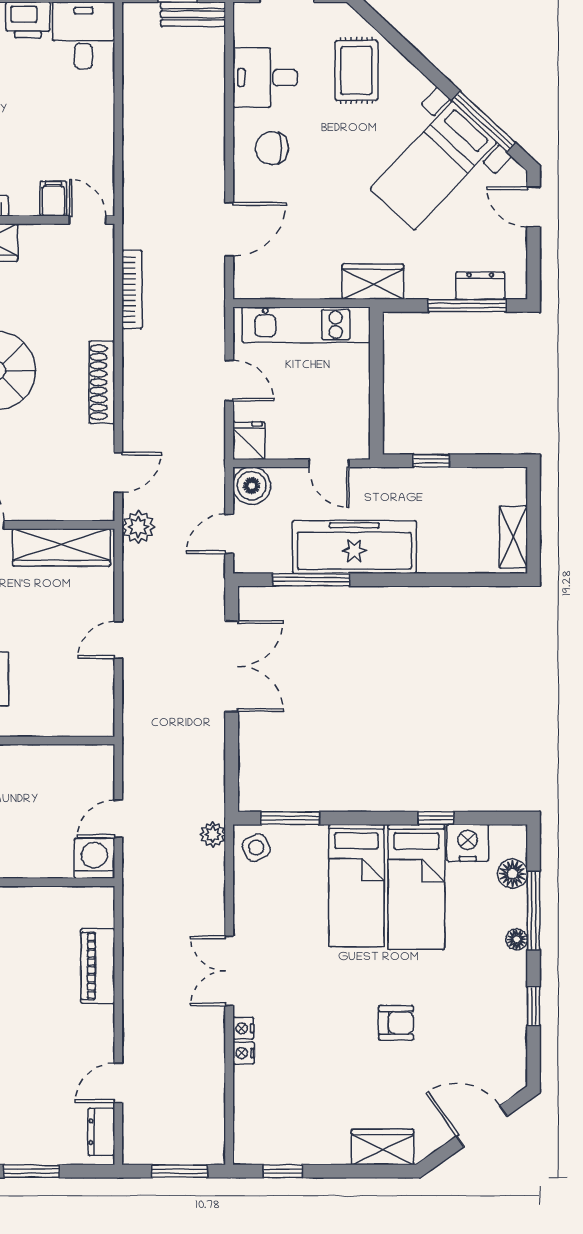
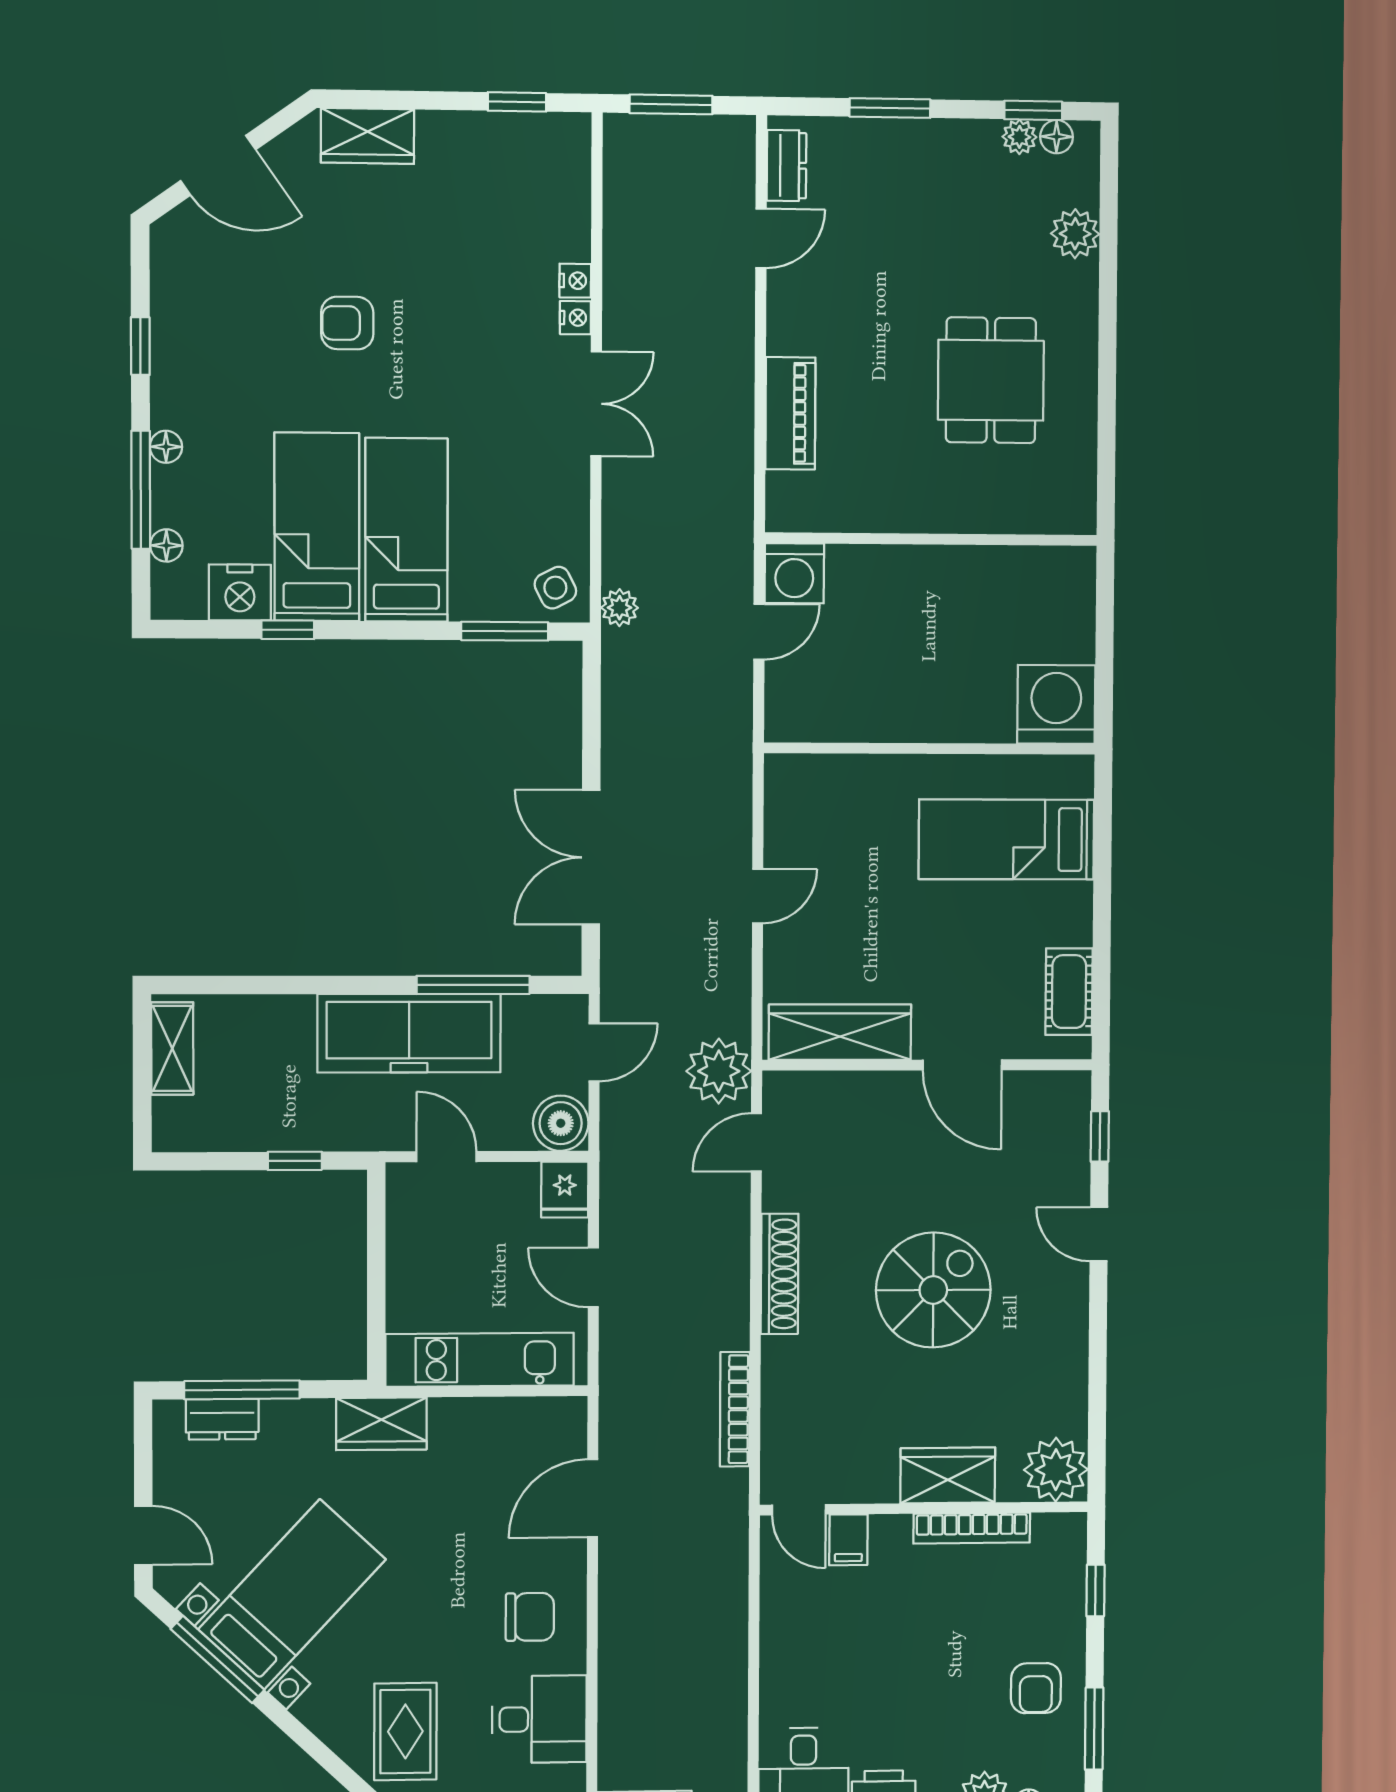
plant: (138, 527) -> (719, 1071), width x1.36, depth x1.36
floor lamp: (513, 874) -> (166, 545), width x0.73, depth x0.73

